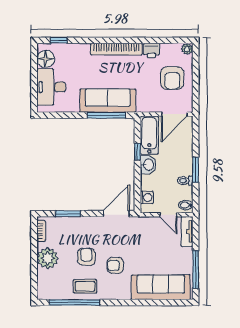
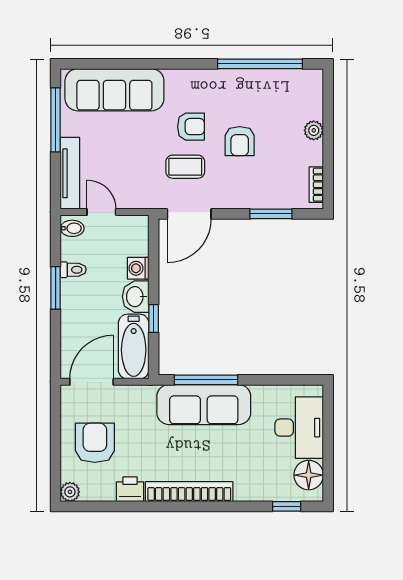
washing machine: (147, 197) -> (138, 268), moved
tv unit: (187, 232) -> (70, 173), width x1.41
plant: (48, 258) -> (314, 130), width x0.53, depth x0.53
coffee table: (85, 286) -> (185, 167), moved

